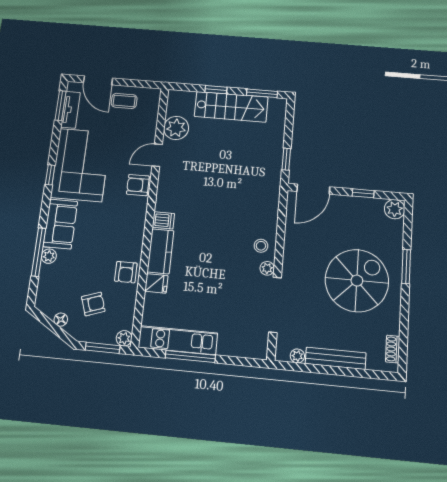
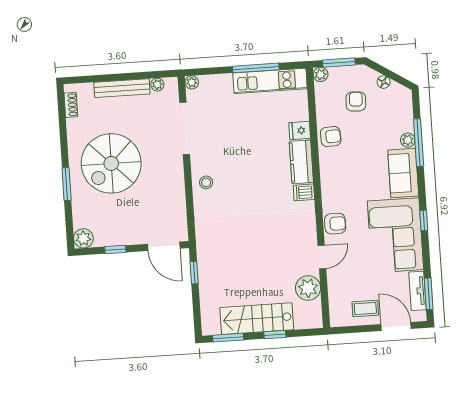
door: (313, 189) -> (164, 246), swing flipped
plant: (267, 268) -> (192, 82), moved
armchair: (126, 272) -> (331, 137), turned 87
armchair: (93, 304) -> (356, 101), turned 112

